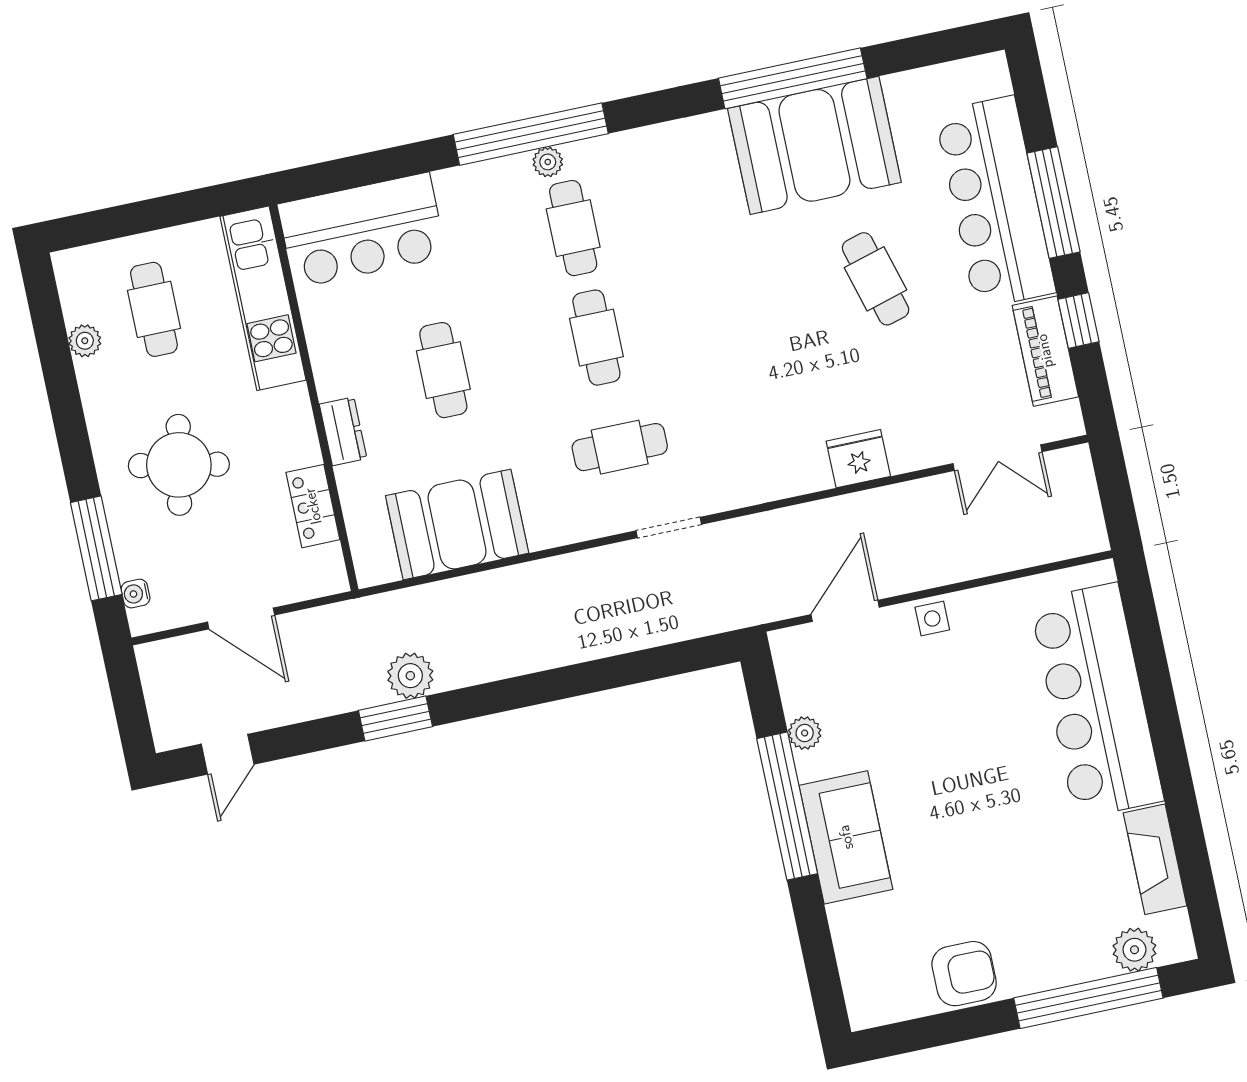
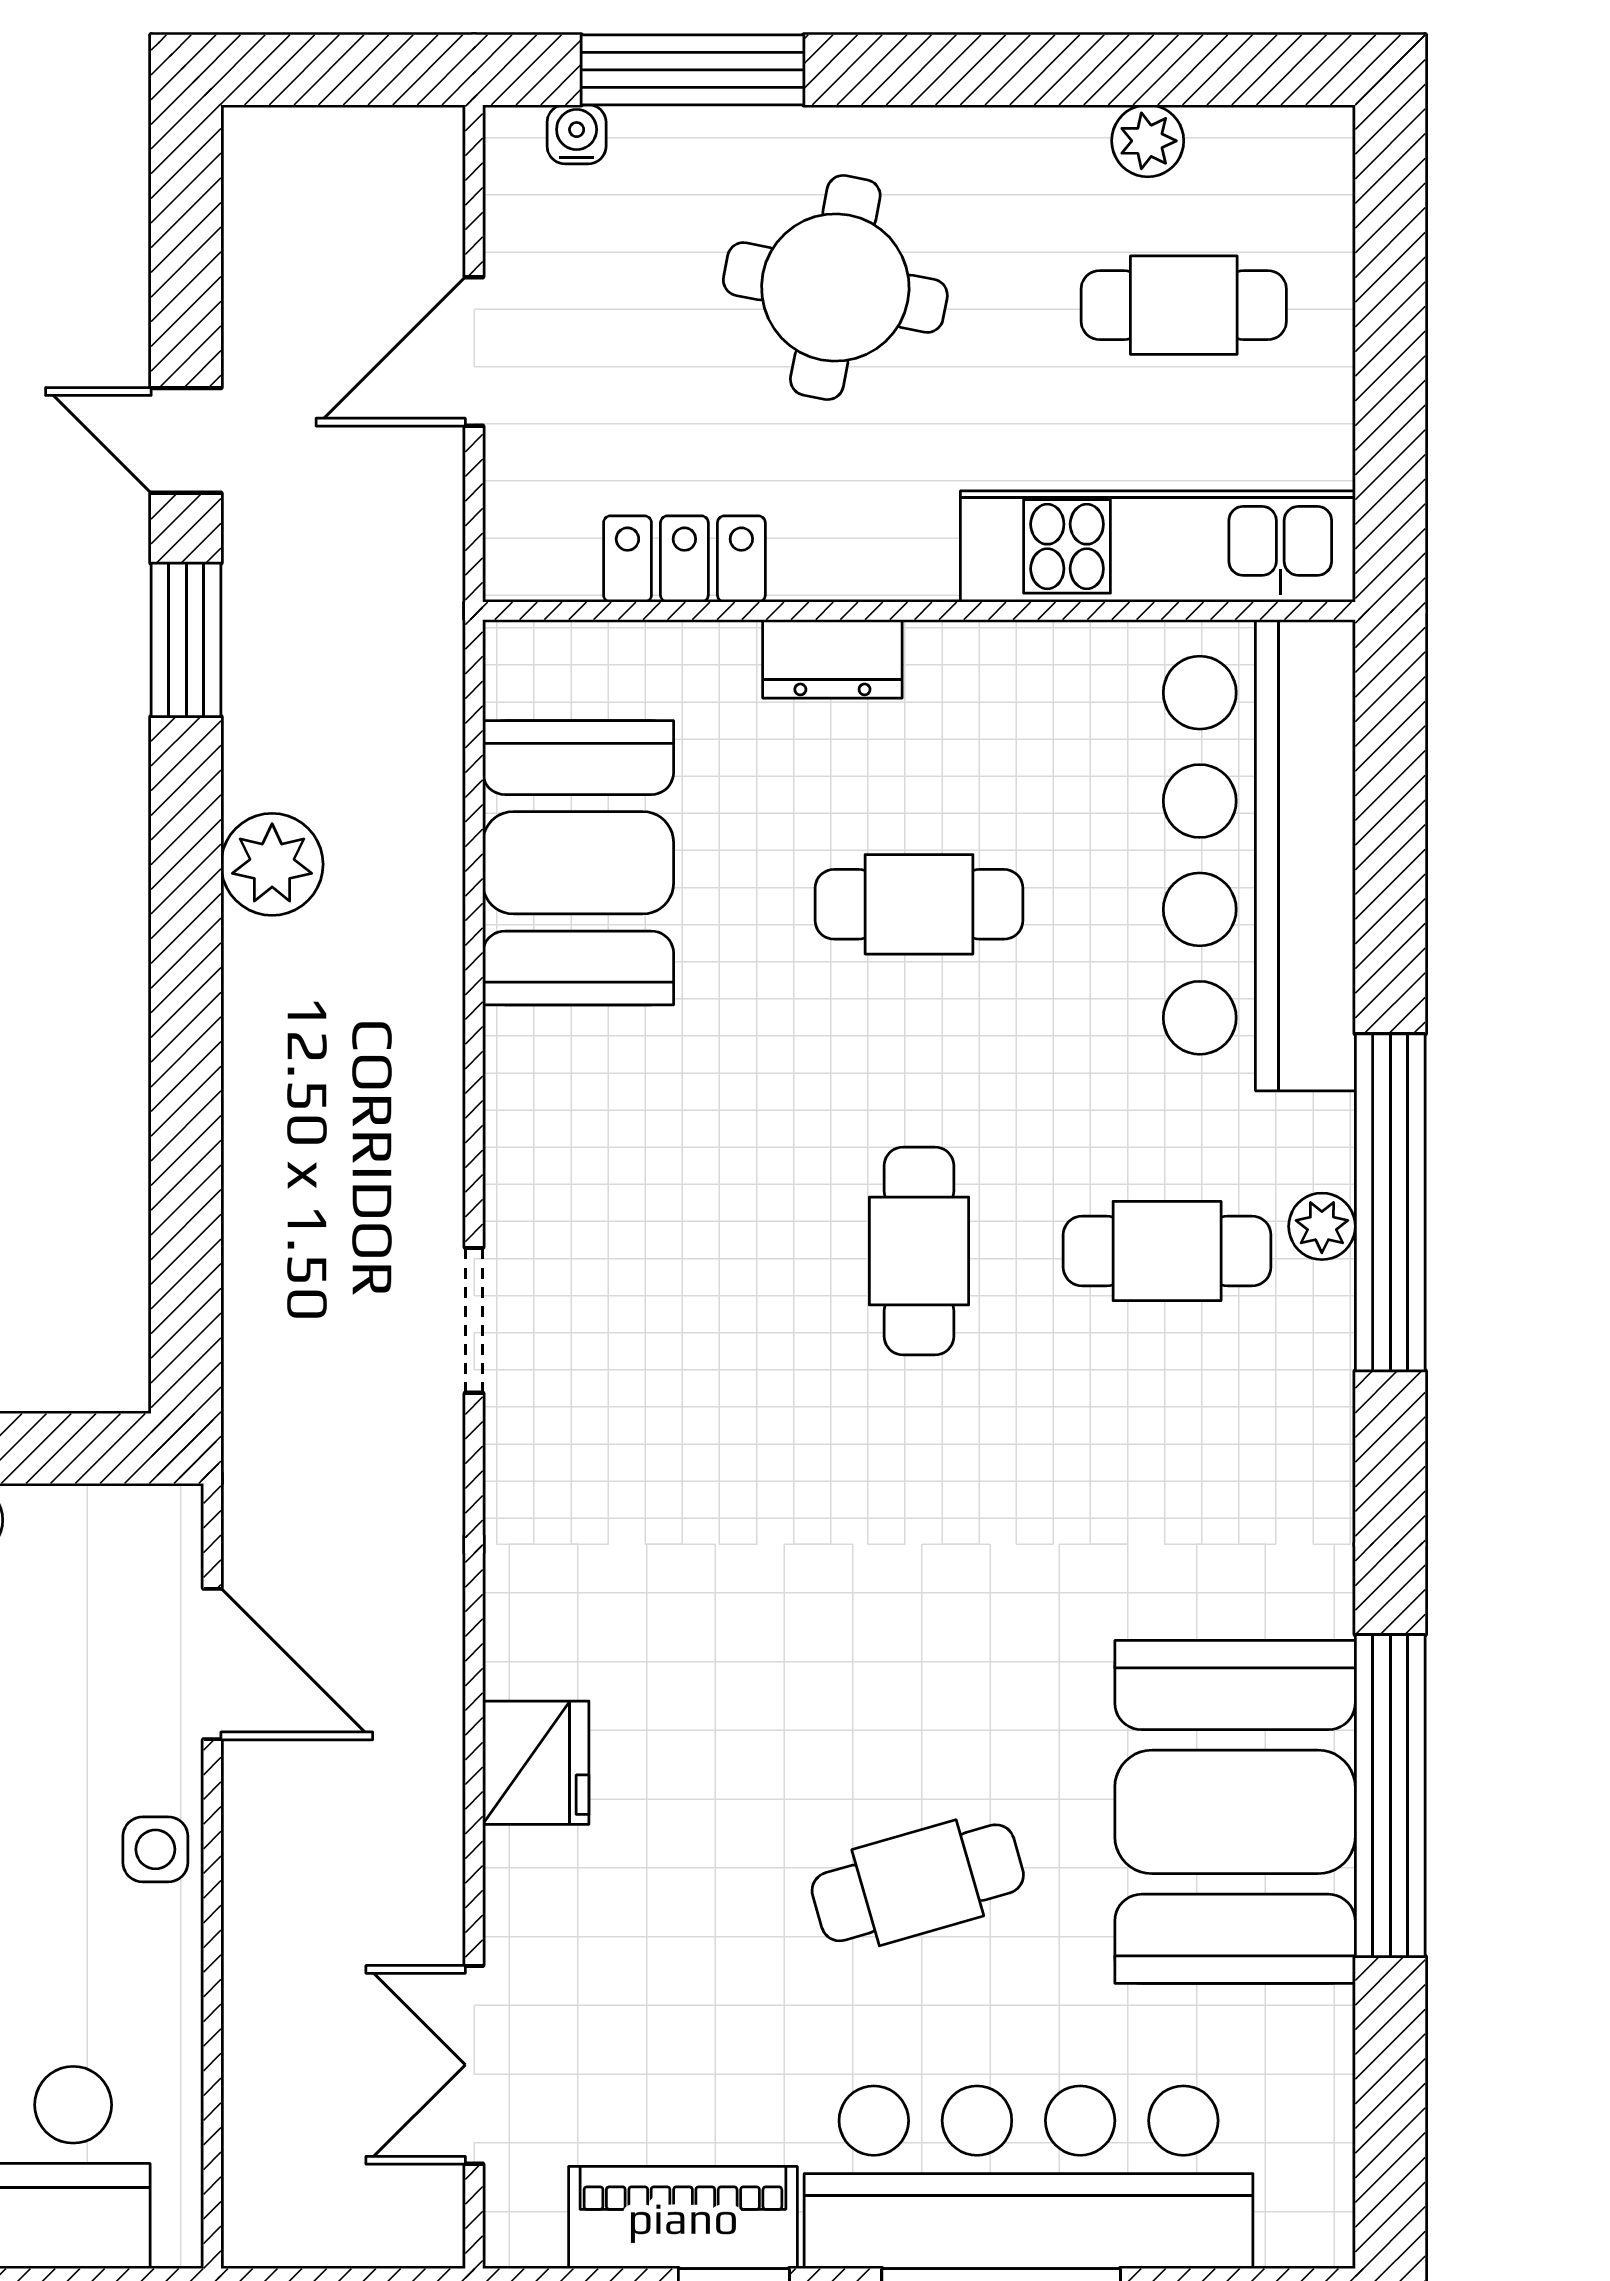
bar counter: (362, 230) -> (1259, 855), width x1.36
cafe table: (596, 338) -> (919, 1251), turned 90
cafe table: (620, 447) -> (671, 1251), removed
plant: (410, 676) -> (272, 864), moved
door: (228, 754) -> (186, 440), moved

